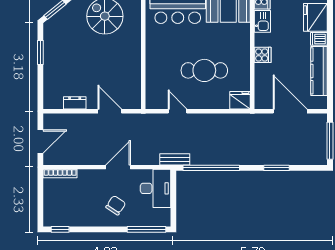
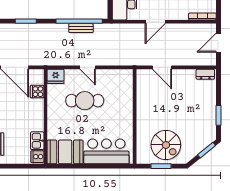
cooker: (263, 55) -> (37, 92), moved
dresser: (75, 103) -> (205, 74), moved
door: (178, 111) -> (88, 67), moved
bench: (175, 159) -> (81, 28), moved

